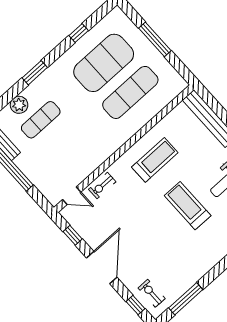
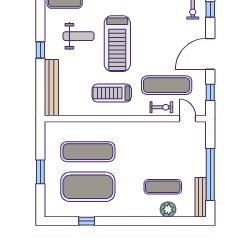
window: (155, 39) -> (40, 172), width x0.69
window: (35, 73) -> (139, 221), removed
treadmill: (188, 206) -> (117, 44), width x1.37, depth x1.37
exercise mat: (115, 208) -> (167, 85), added

